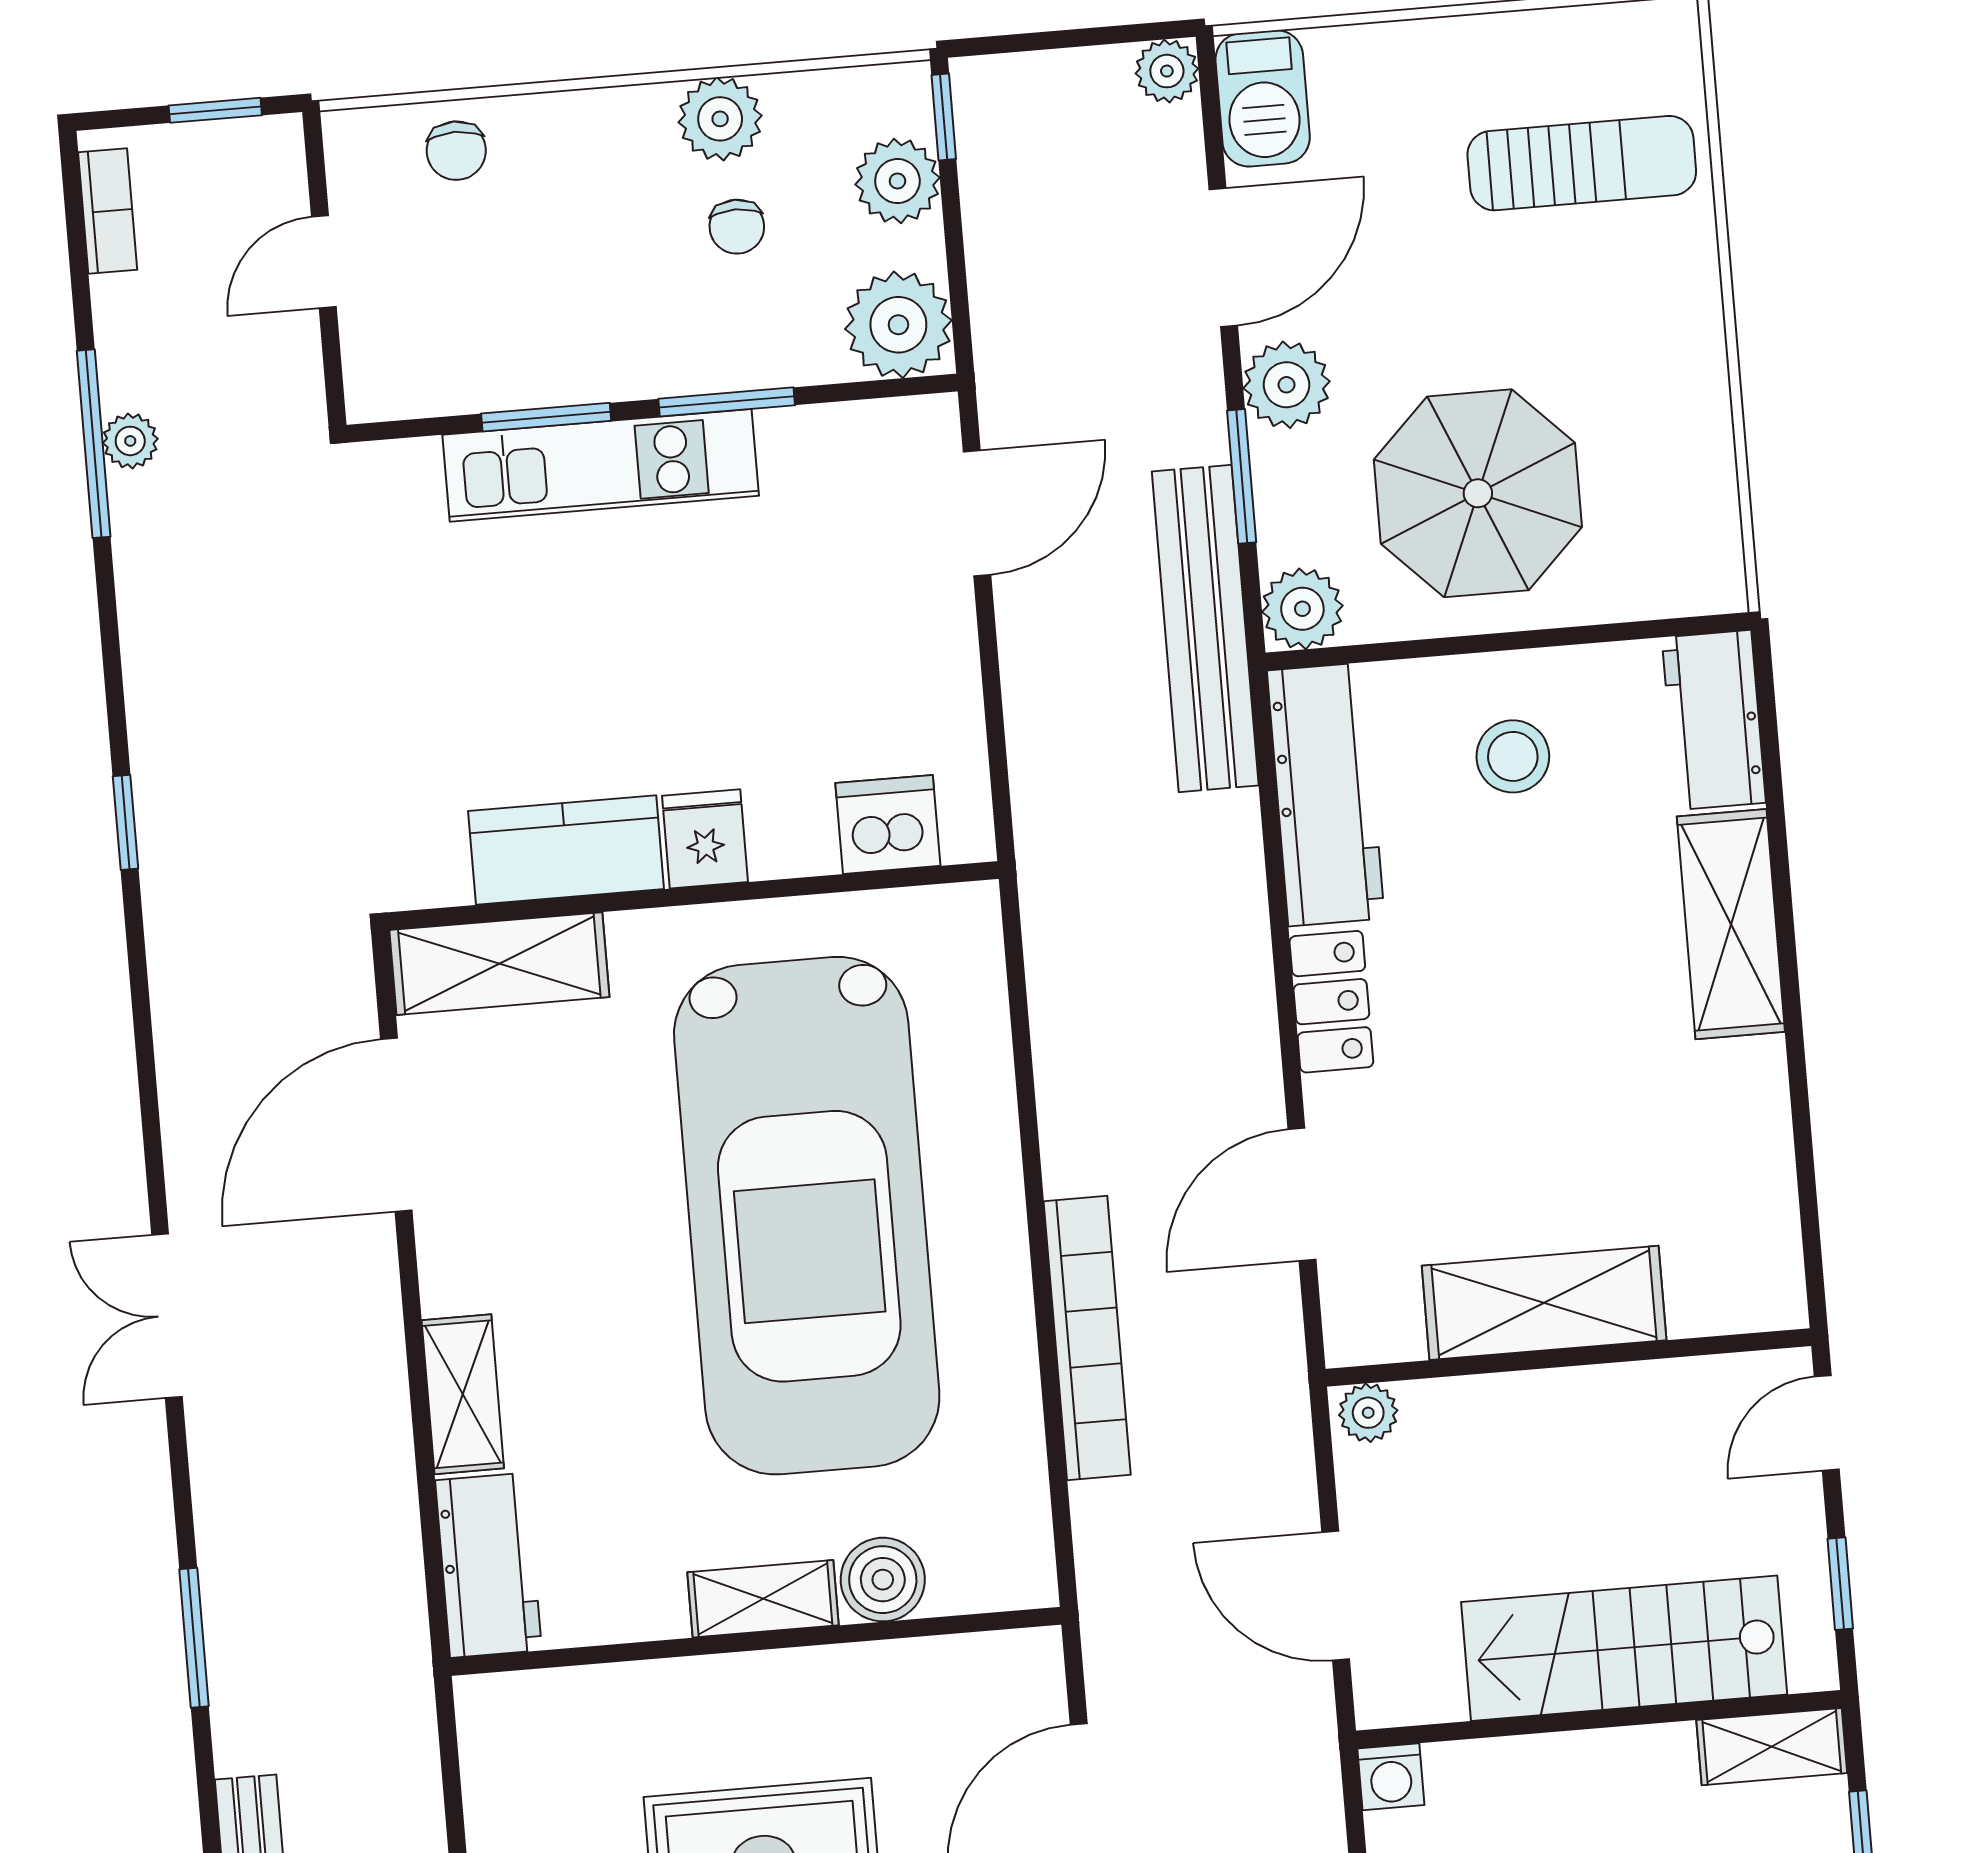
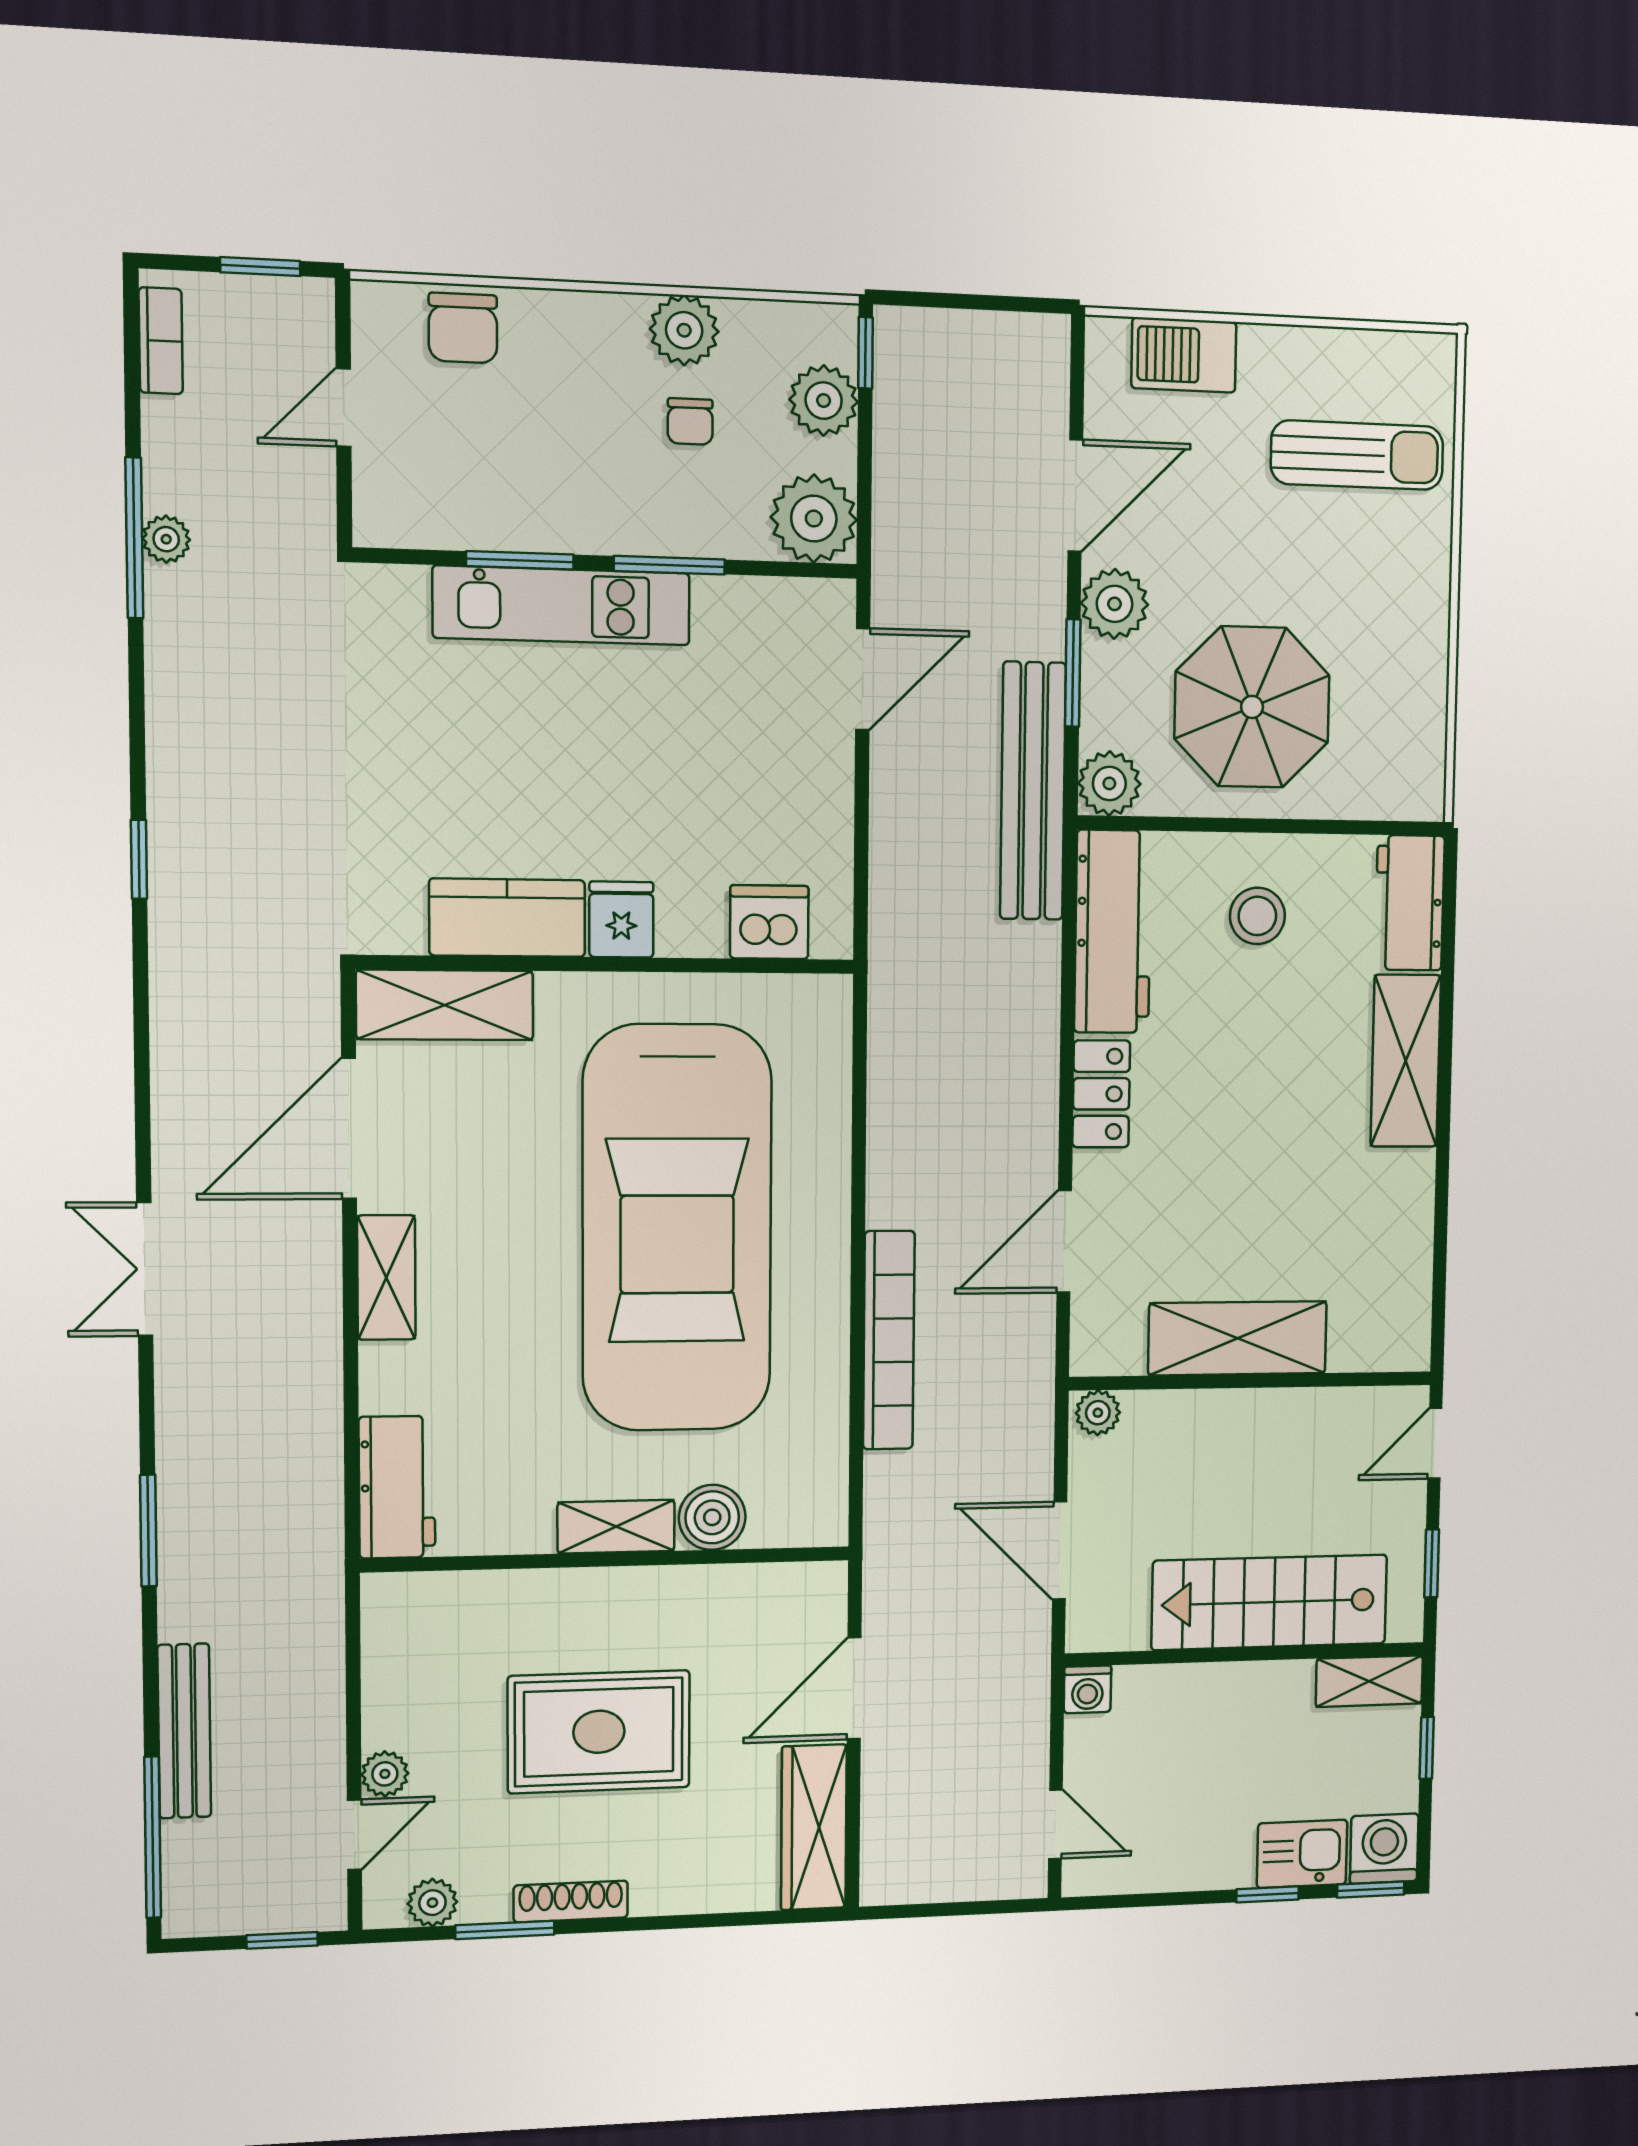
plant: (1167, 71) -> (1046, 339), removed
barbecue: (1263, 98) -> (1184, 355), moved, turned 90
chair: (456, 151) -> (463, 328), width x1.37, depth x1.37
shelving: (463, 1394) -> (386, 1277), moved

